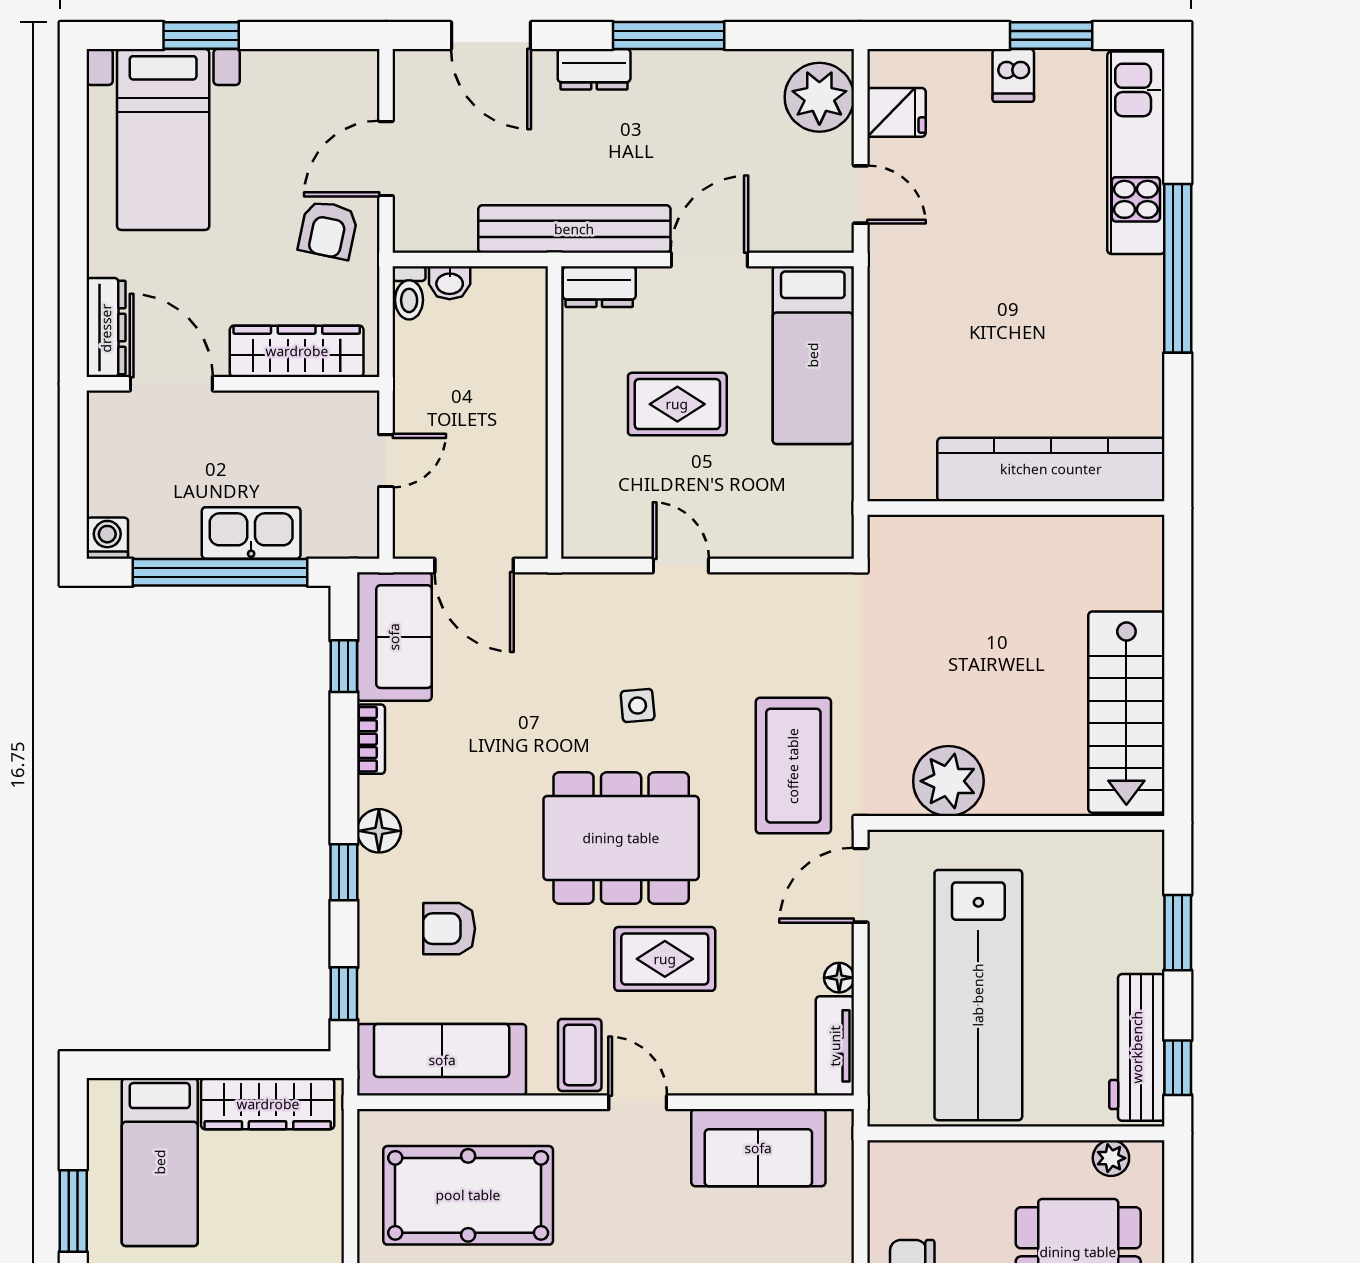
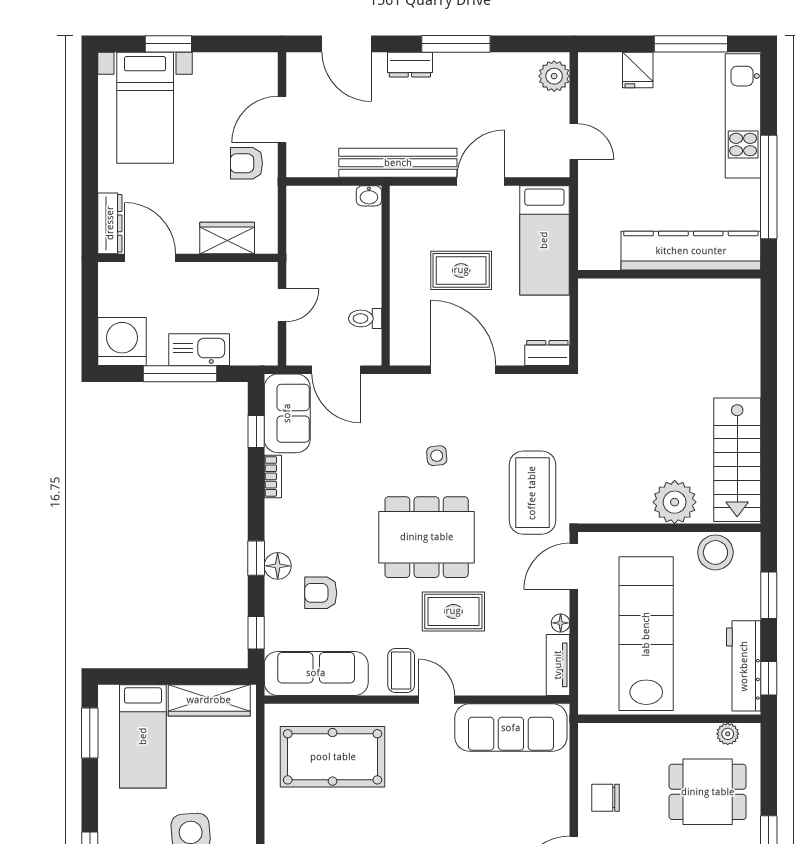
window: (1051, 35) -> (691, 44), width x1.44
dishwasher: (1013, 75) -> (668, 68), removed
plant: (819, 97) -> (554, 76), width x0.73, depth x0.73
fridge: (896, 112) -> (638, 70), moved, turned 90
armchair: (328, 230) -> (247, 163), turned 78
washbasin: (450, 283) -> (369, 196), moved
dresser: (599, 287) -> (547, 353), moved, turned 180
toilet: (409, 293) -> (365, 318), moved, turned 90
wardrobe: (297, 351) -> (227, 238), width x0.67
kitchen counter: (1051, 469) -> (691, 251), moved
wall: (1016, 508) -> (669, 274), moved
washing machine: (107, 538) -> (122, 342), width x1.89, depth x1.89
door: (681, 566) -> (463, 370), width x1.87
window: (220, 572) -> (180, 374), width x0.68
plant: (948, 781) -> (675, 502), moved
floor lamp: (379, 831) -> (278, 566), moved
stool: (1091, 863) -> (715, 552), added
lab bench: (978, 995) -> (646, 634), turned 180
sofa: (758, 1148) -> (511, 728), width x1.36
window: (73, 1211) -> (90, 733), moved

